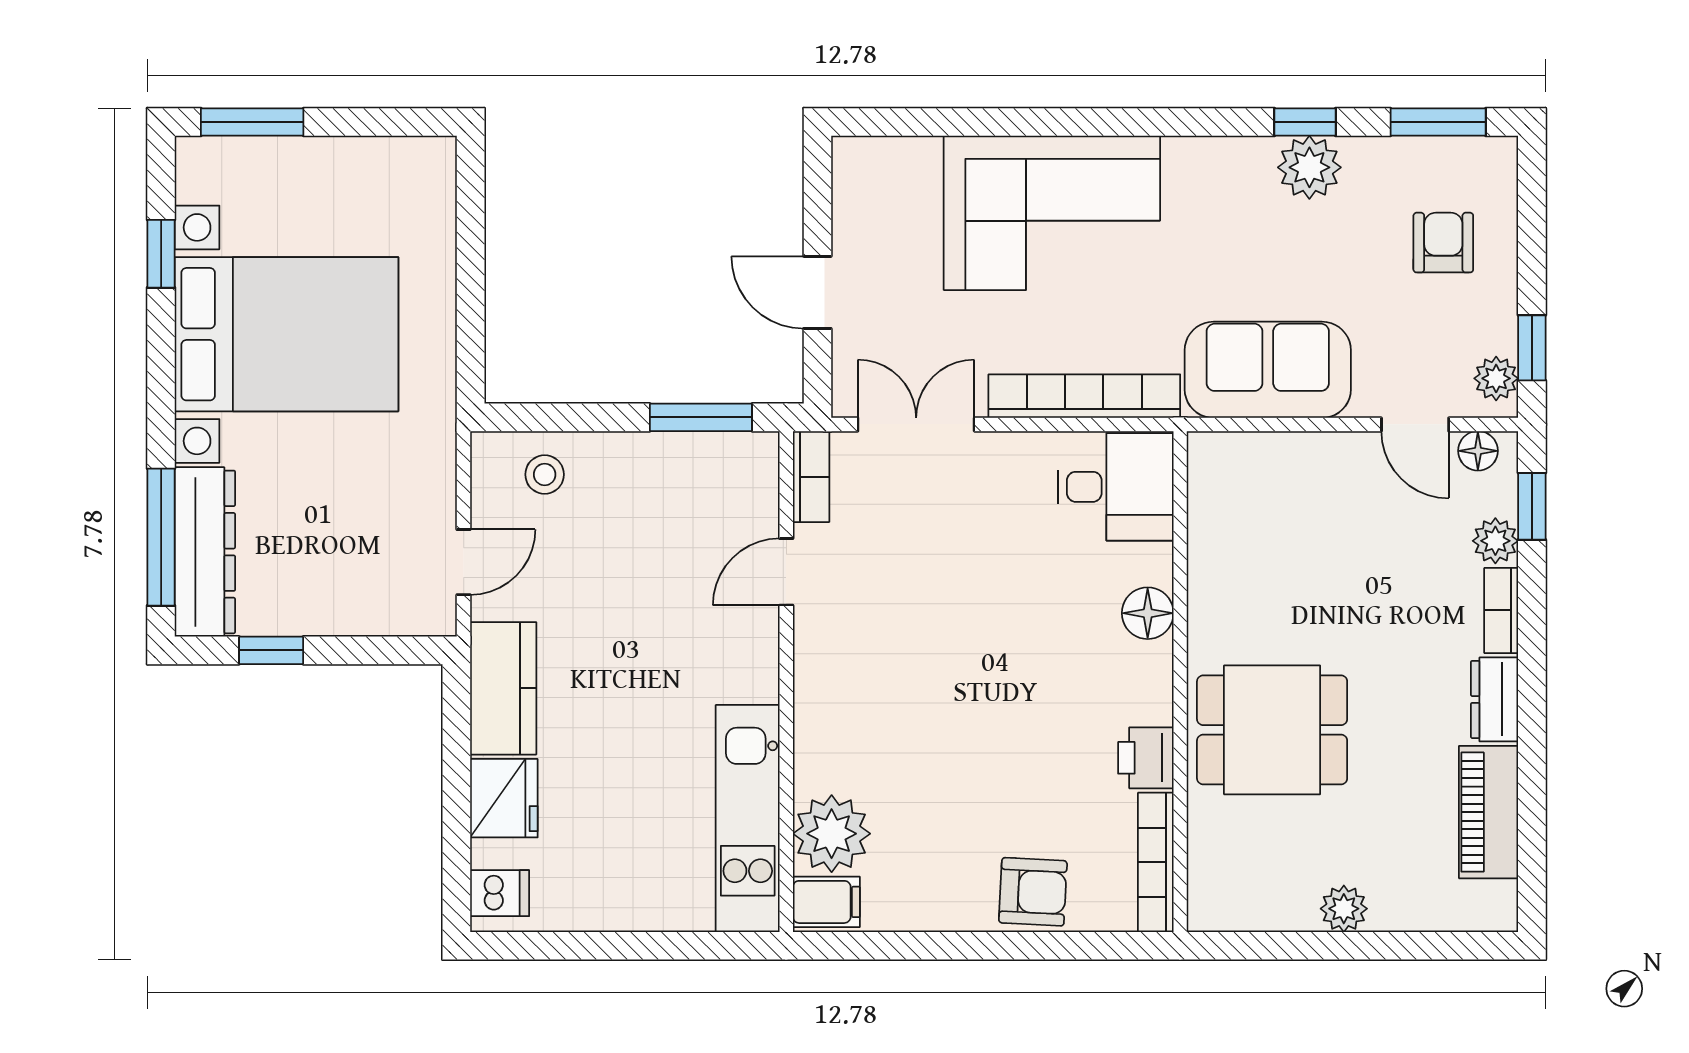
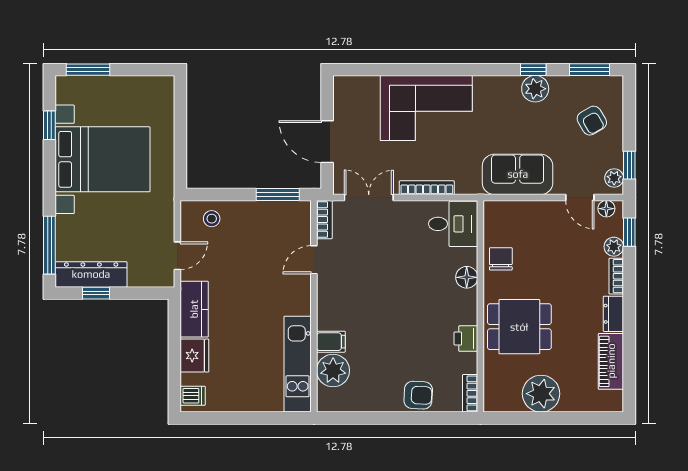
armchair: (1443, 243) -> (592, 121), turned 150
door: (817, 292) -> (327, 142), width x1.38
bookcase: (1084, 396) -> (427, 188), width x0.68, depth x0.76
dresser: (205, 552) -> (91, 274), moved, turned -90
chair: (1228, 570) -> (501, 259), added
bookcase: (1156, 862) -> (470, 393), width x0.64
filing cabinet: (826, 902) -> (331, 342), moved
plant: (1344, 909) -> (541, 394), width x1.87, depth x1.87

